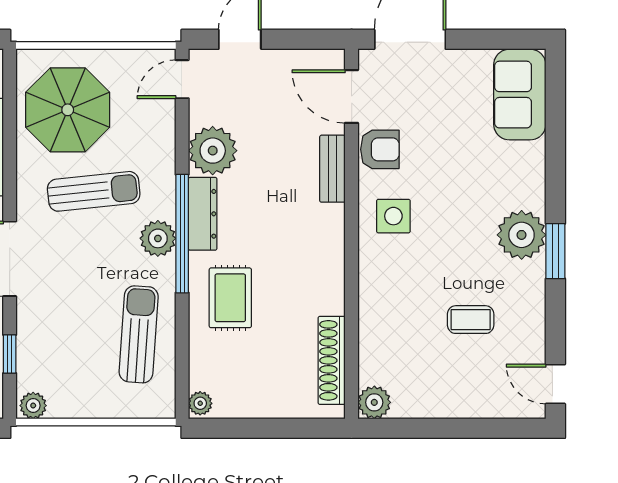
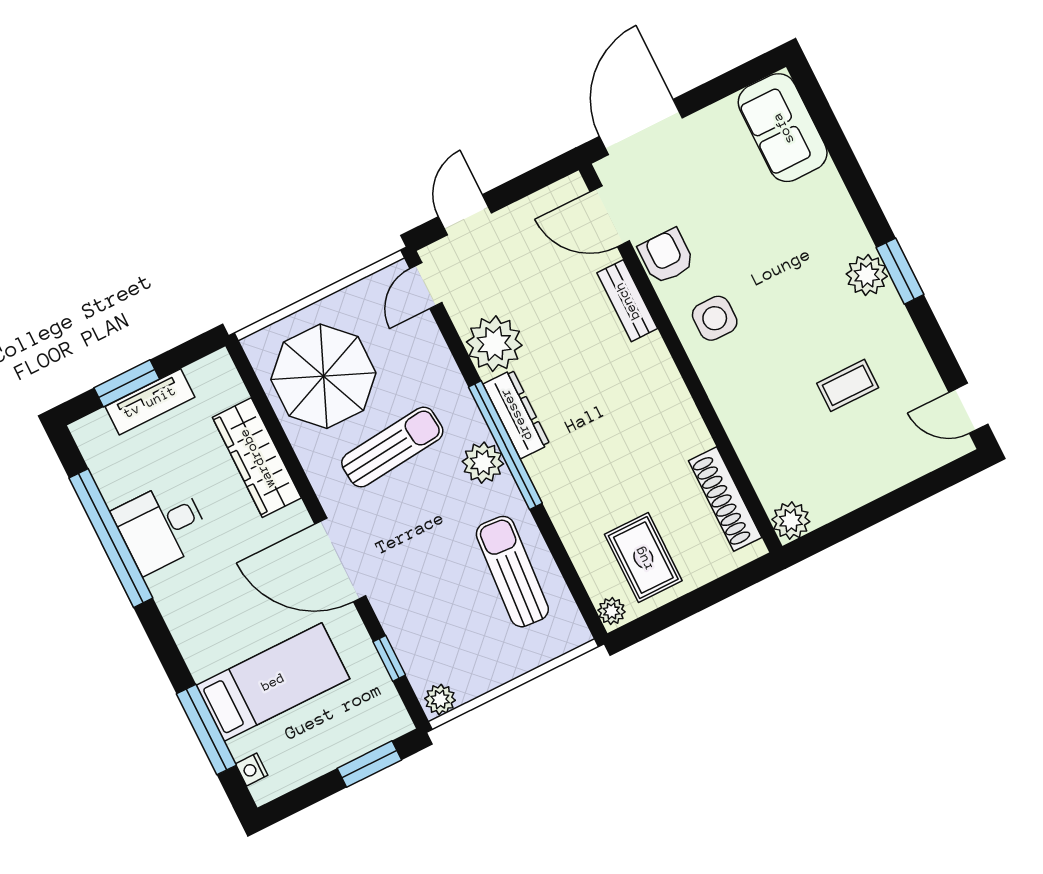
armchair: (380, 149) -> (666, 256), turned -90
plant: (522, 235) -> (867, 275), width x0.73, depth x0.73
rug: (230, 298) -> (643, 558), moved

